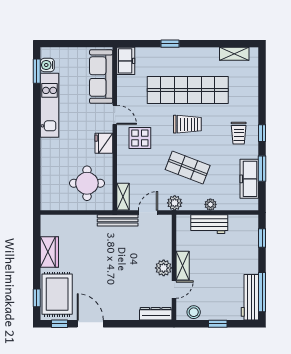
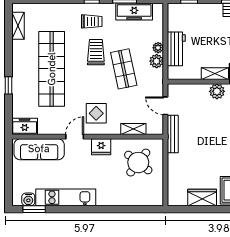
trolley: (187, 124) -> (96, 52), moved
shop shelf: (188, 168) -> (124, 69), turned -33
round table: (87, 183) -> (138, 163), turned 38
shelving: (123, 197) -> (133, 129), moved
plant: (175, 203) -> (157, 61), moved

